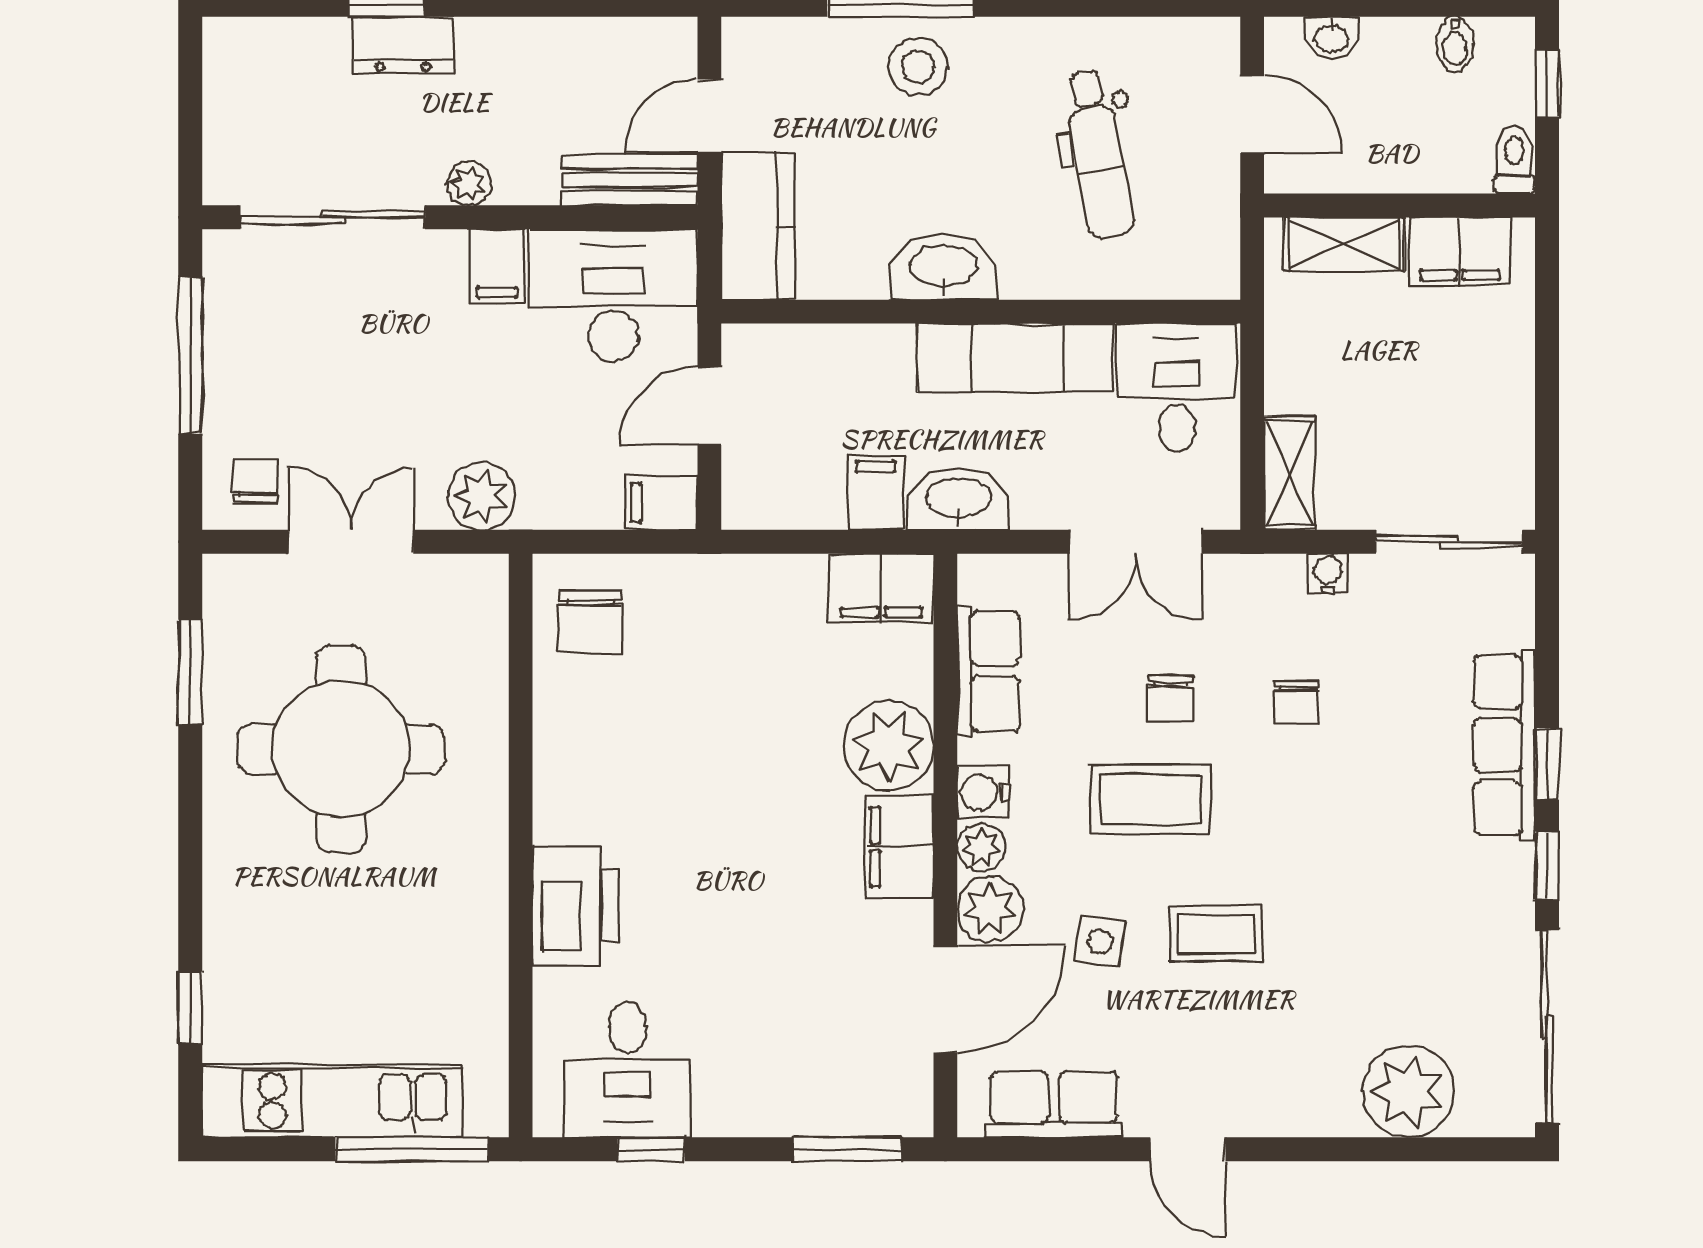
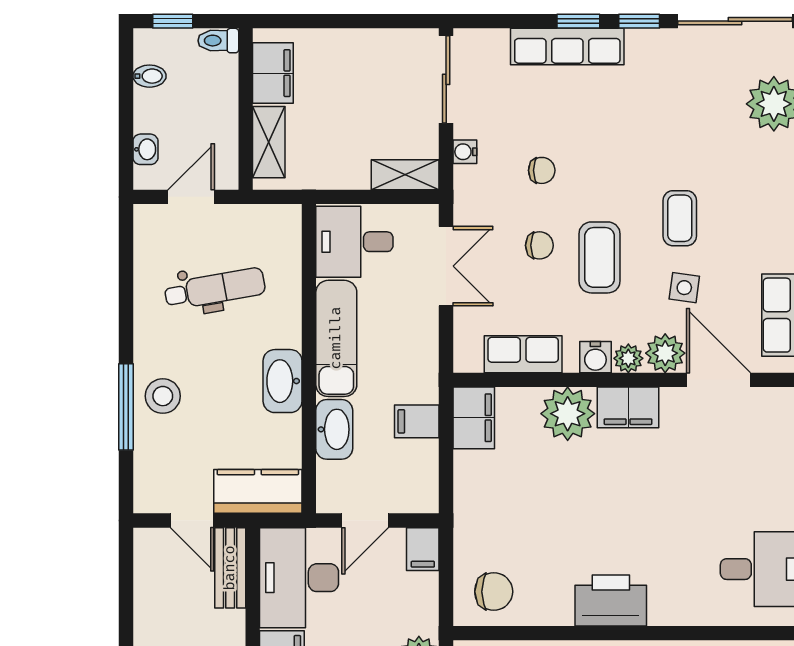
door: (709, 406) -> (365, 521), hinge flipped
washbasin: (958, 499) -> (334, 429), moved, turned 180
printer: (575, 905) -> (611, 600), moved

